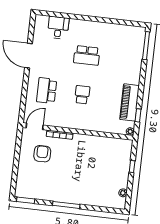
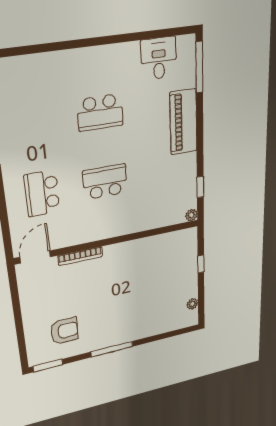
desk: (58, 28) -> (159, 58), moved
school desk: (82, 95) -> (105, 182), width x1.85
piano: (130, 102) -> (183, 122), moved
armchair: (42, 154) -> (64, 331), moved, turned 90

